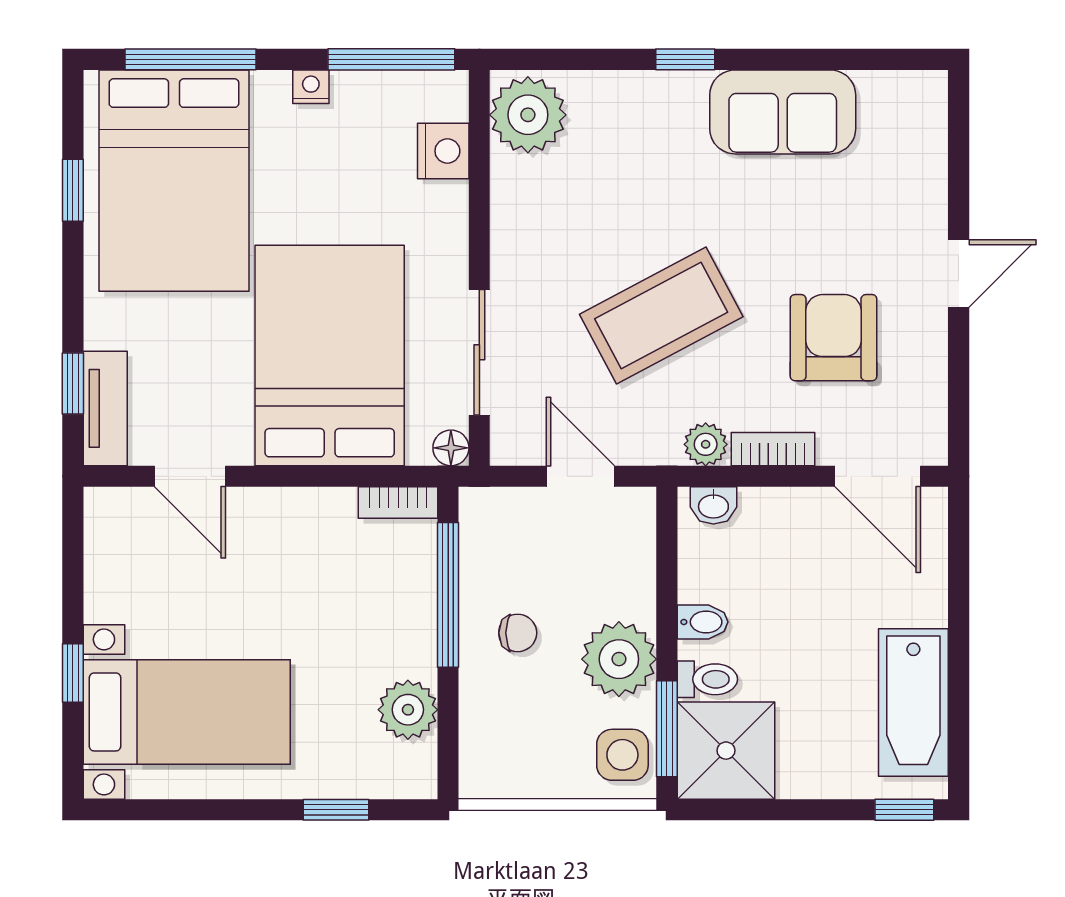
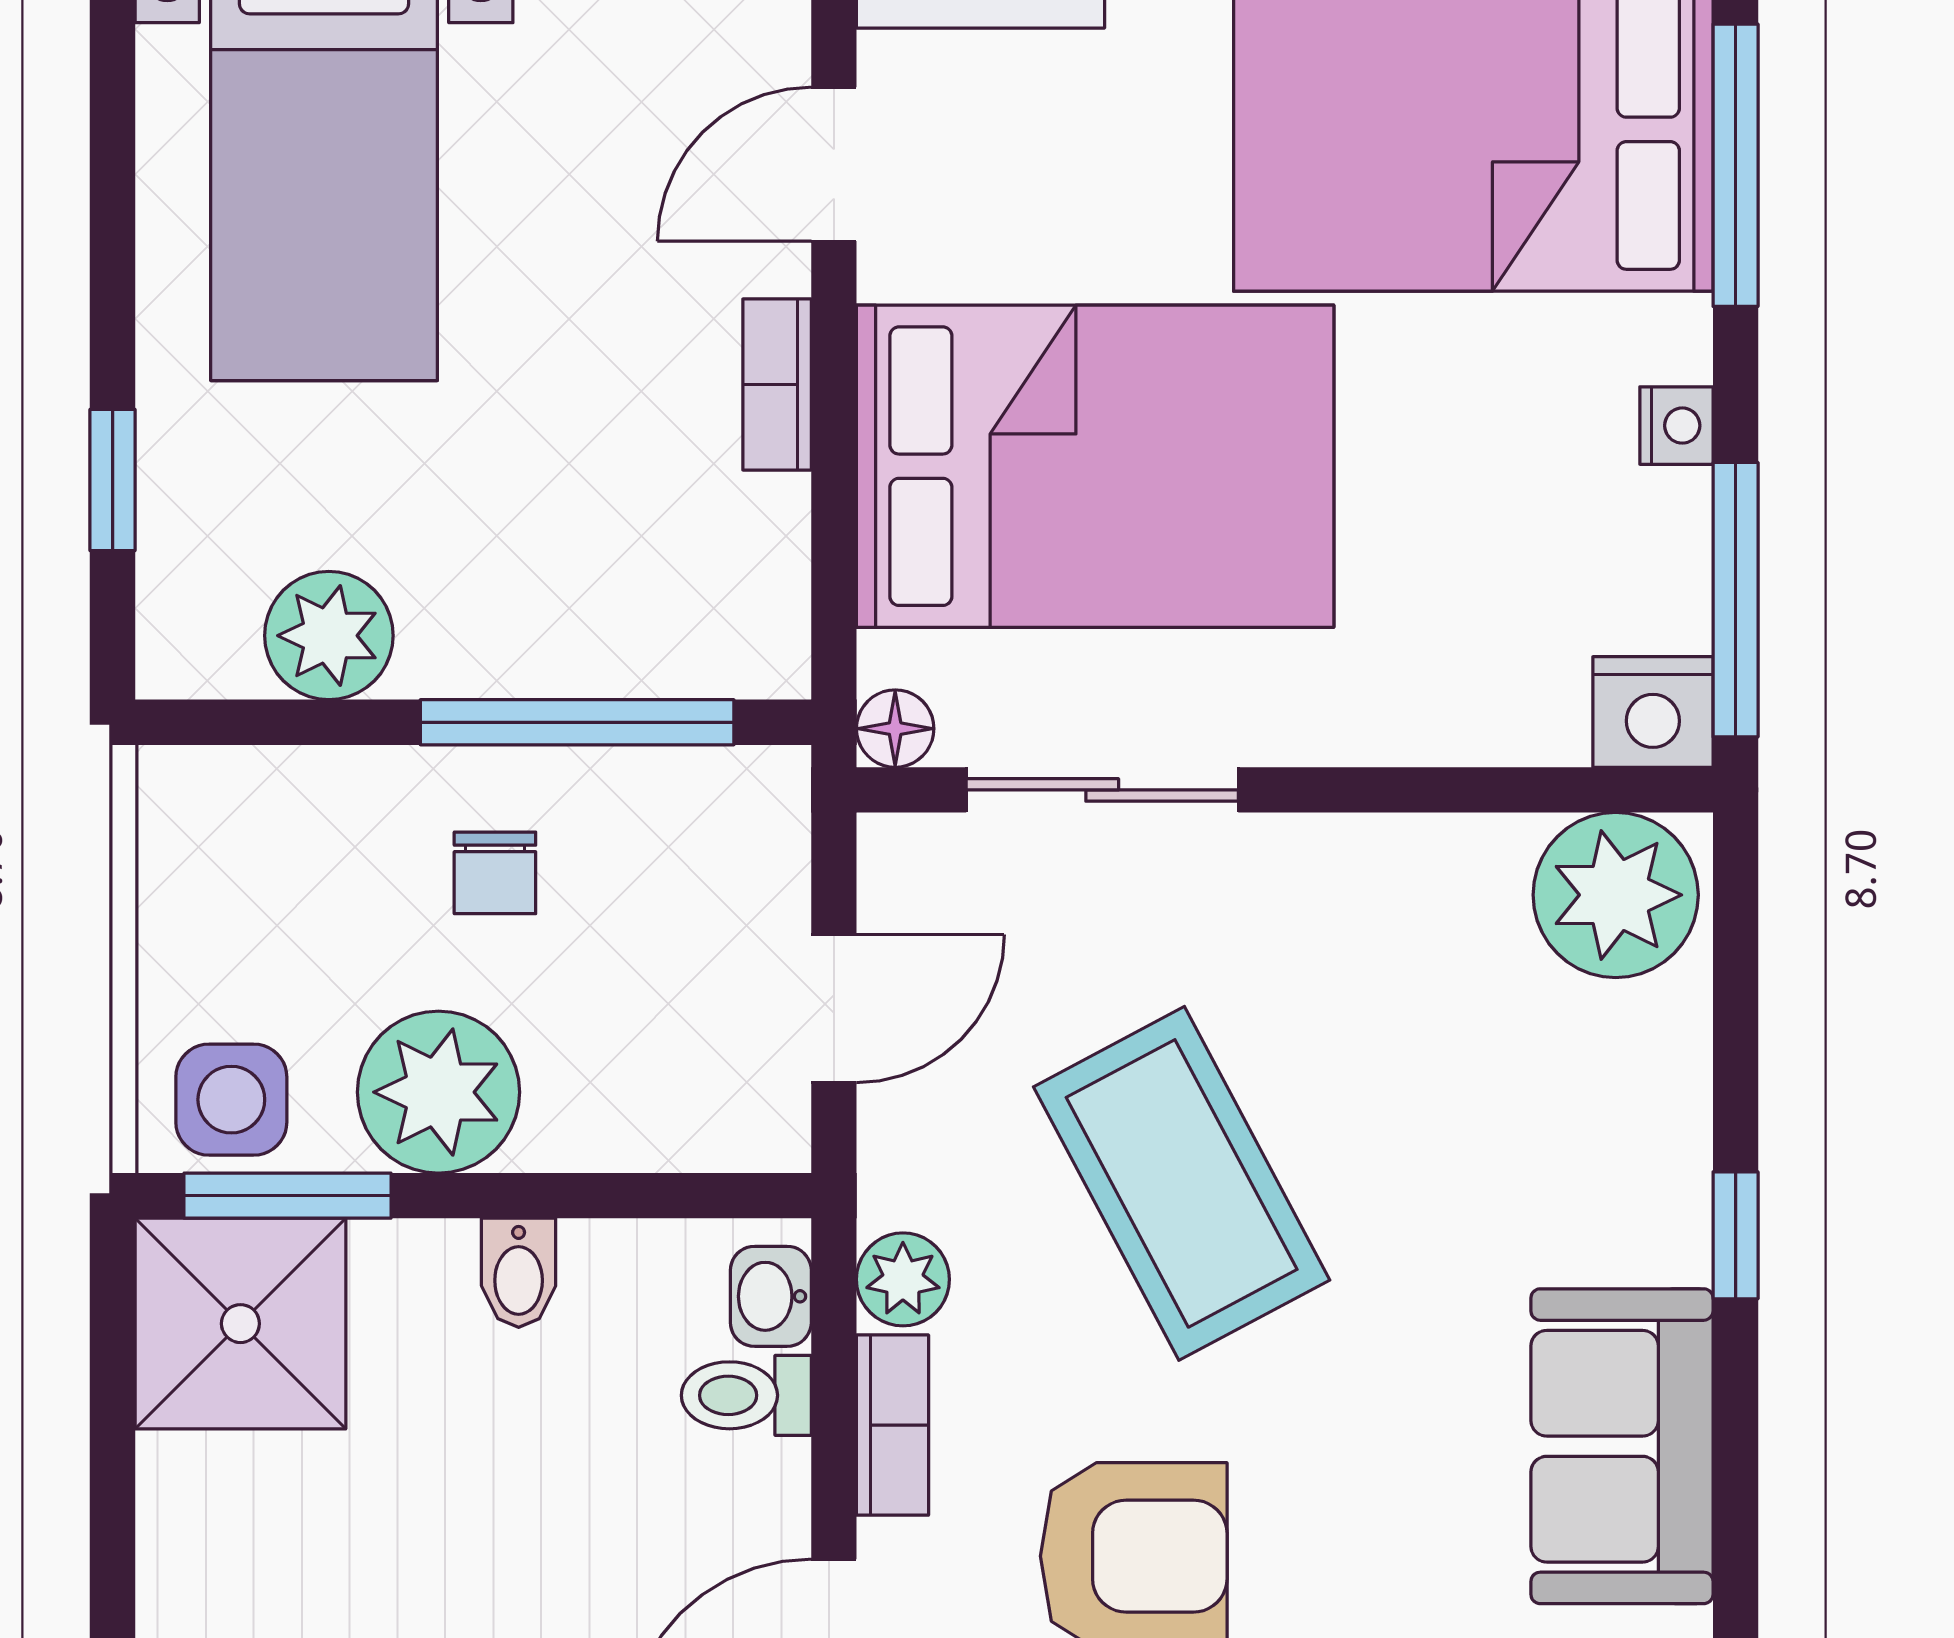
nightstand: (443, 151) -> (1653, 712), moved
bookcase: (398, 502) -> (777, 385), moved
toilet: (707, 679) -> (746, 1395), moved, turned 90

